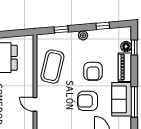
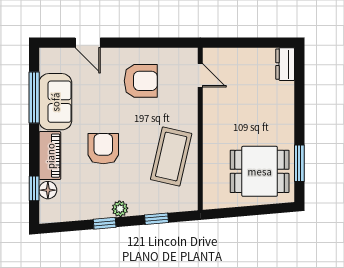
window: (103, 26) -> (105, 223), moved
armchair: (88, 101) -> (141, 81), moved
door: (35, 104) -> (200, 75), moved

